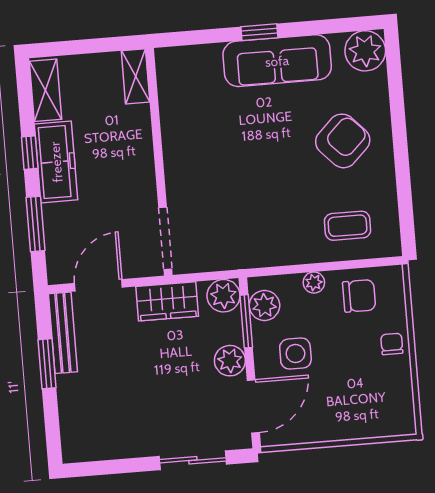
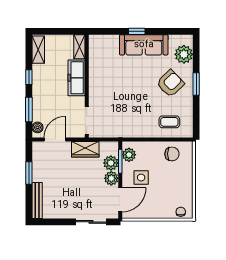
plant: (365, 51) -> (184, 54), moved
window: (400, 137) -> (196, 84), added
freezer: (56, 162) -> (76, 78), moved, turned 180
boiler: (58, 262) -> (37, 127), added
plant: (314, 282) -> (152, 146), removed
plant: (224, 296) -> (111, 163), moved
bench: (63, 333) -> (37, 200), moved
chair: (392, 344) -> (181, 212), moved

